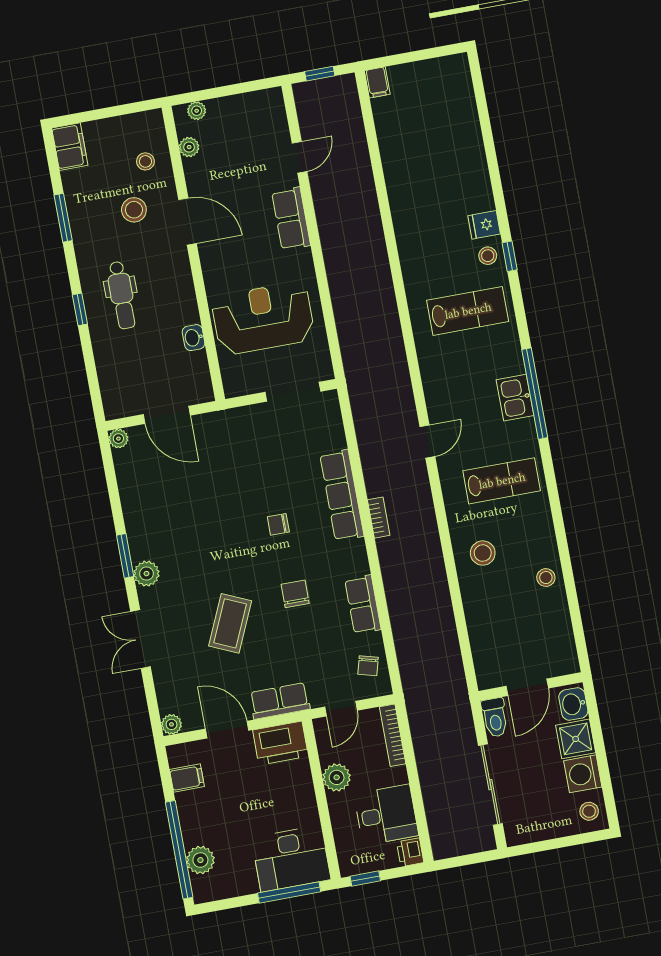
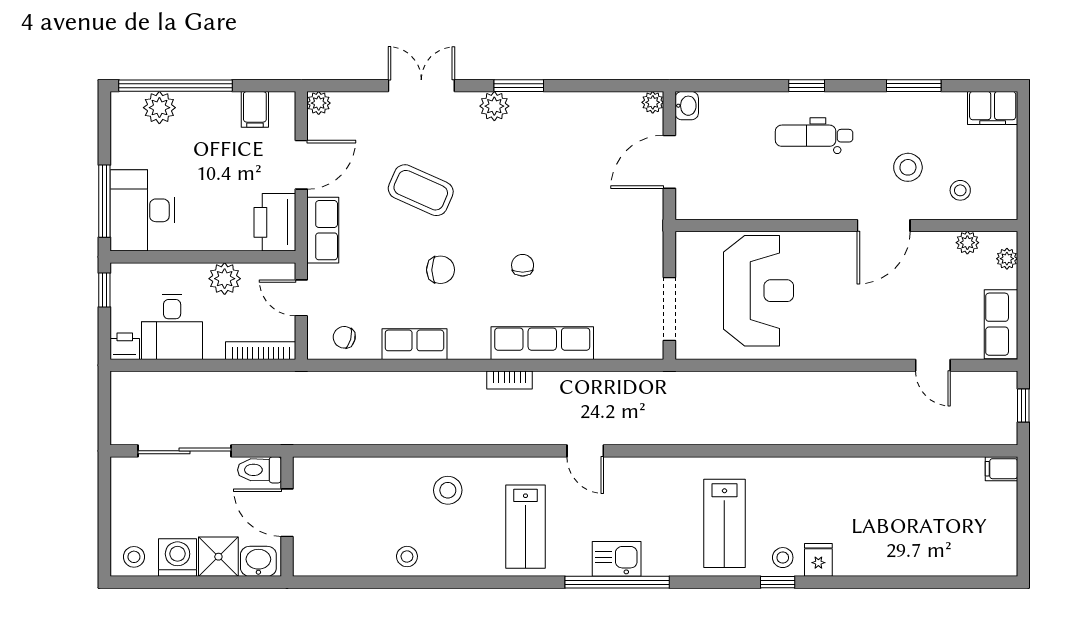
row of seats: (291, 219) -> (1001, 324), moved, turned -90
washbasin: (194, 338) -> (687, 106), moved, turned 90

